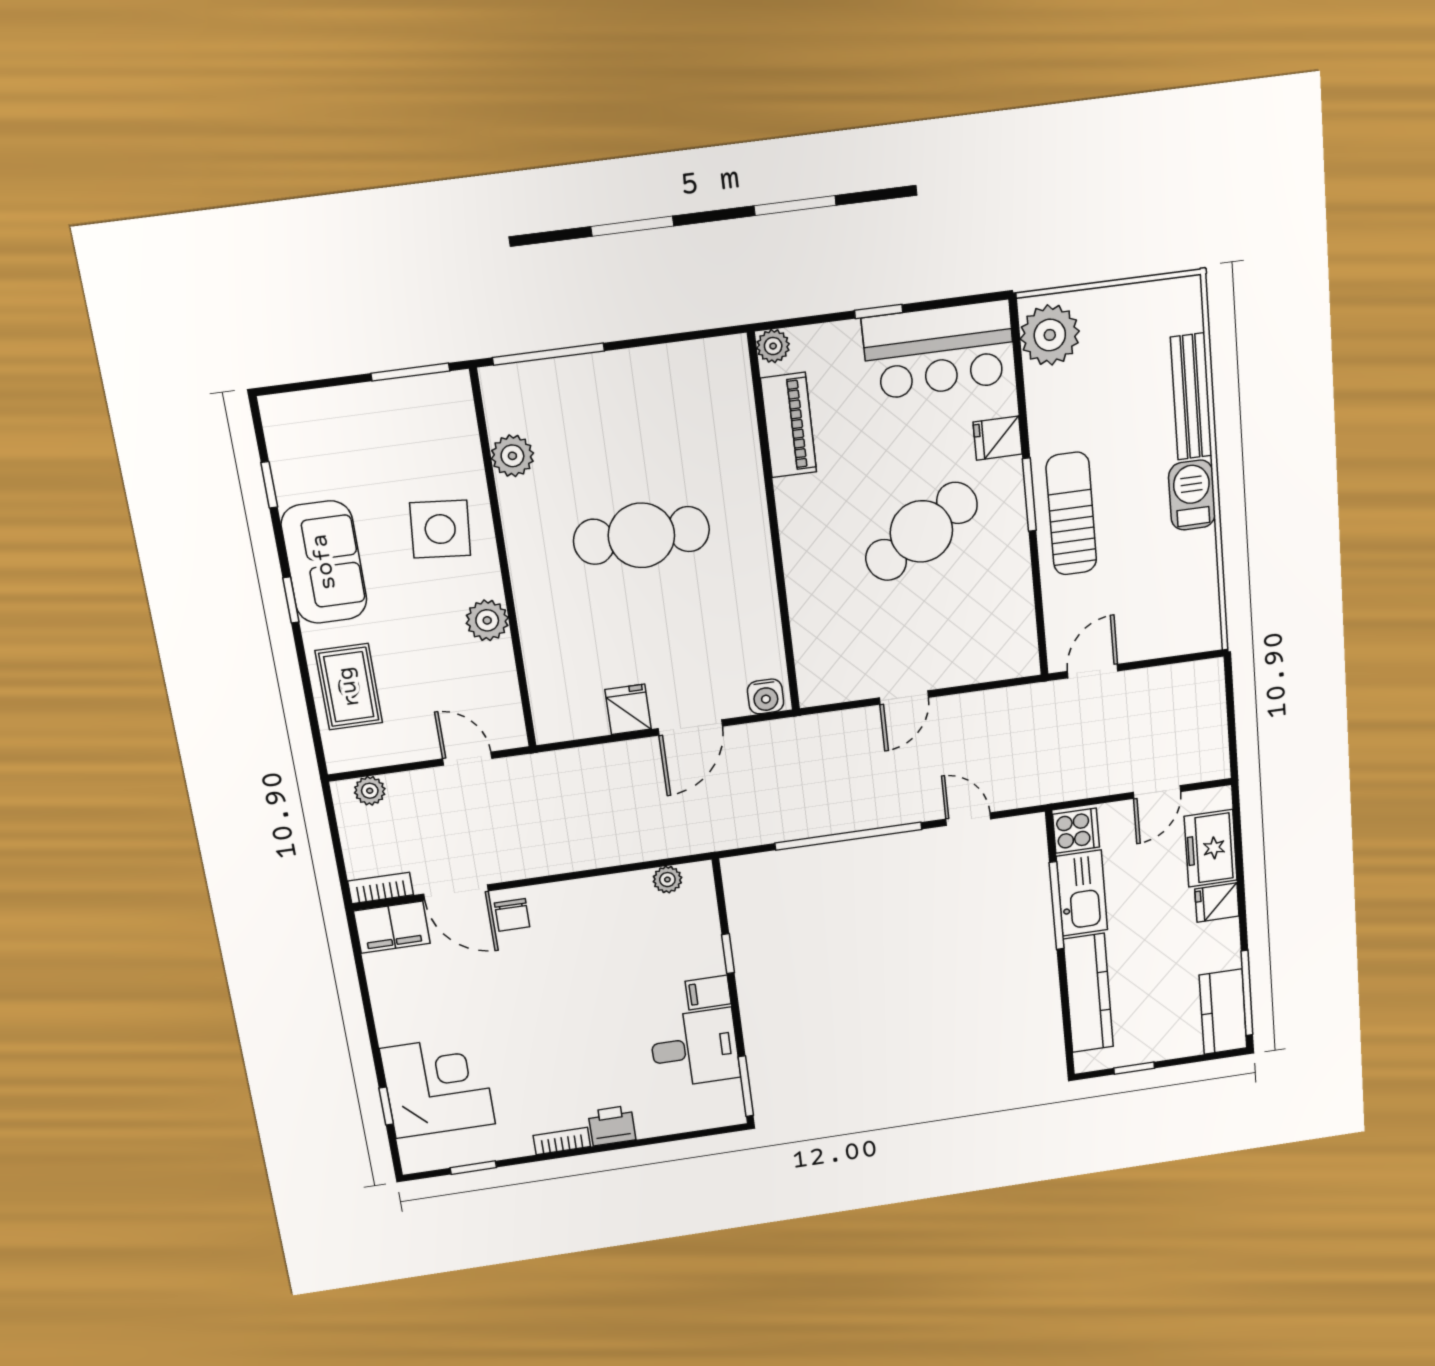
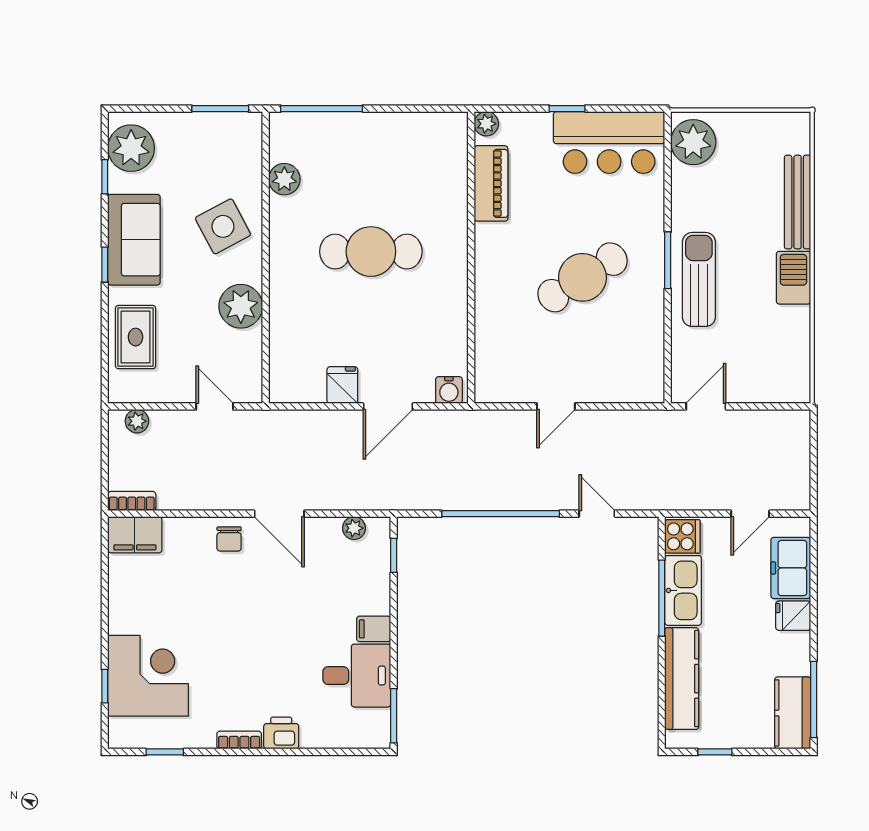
fridge: (998, 438) -> (647, 214), removed
plant: (298, 442) -> (131, 148), added
side table: (440, 529) -> (223, 226), turned -33
plant: (487, 620) -> (241, 306), width x1.36, depth x1.36
door: (456, 892) -> (279, 514), moved
window: (728, 954) -> (394, 555), moved

